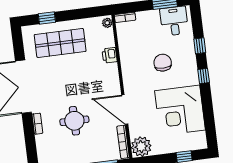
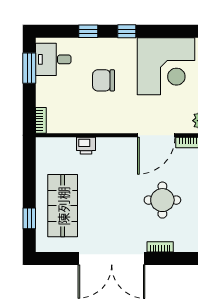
plant: (107, 23) -> (45, 143), removed

